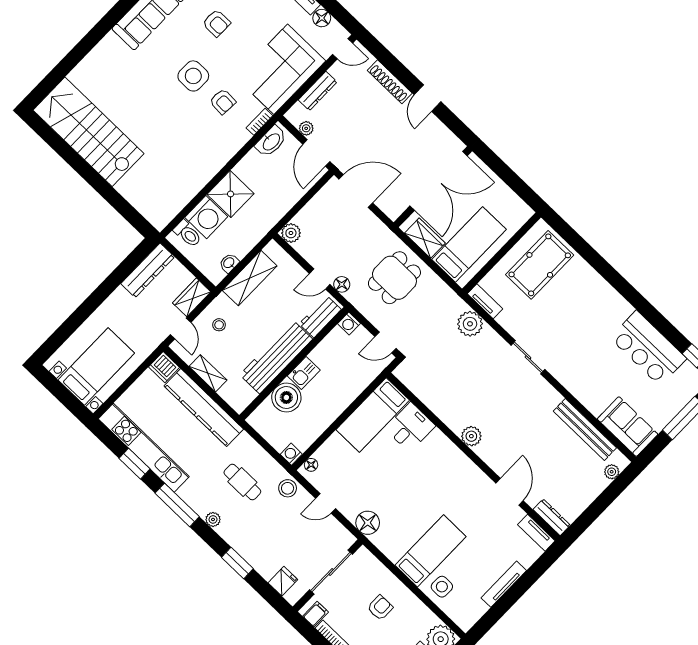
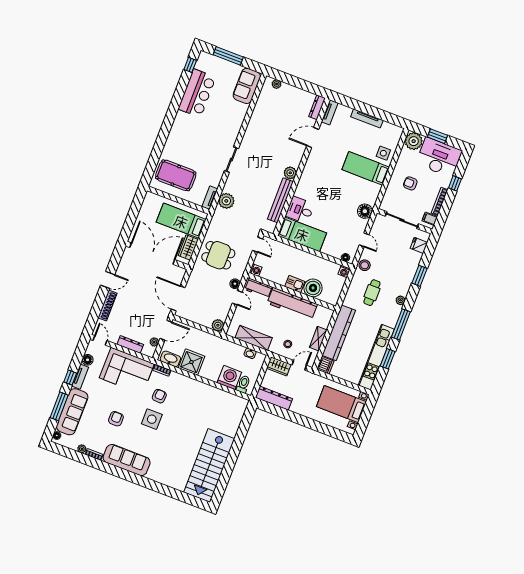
shower: (231, 194) -> (191, 362), moved
bench: (585, 429) -> (280, 200), moved

